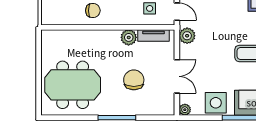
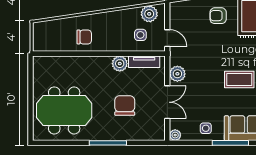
plant: (187, 36) -> (177, 74), moved
side table: (216, 103) -> (206, 128), width x0.54, depth x0.54

